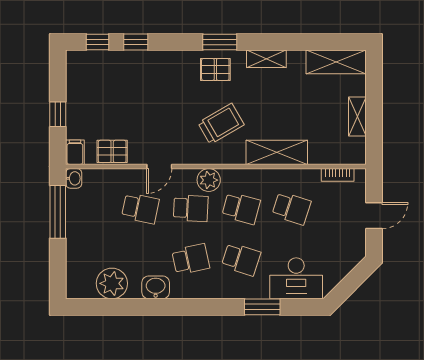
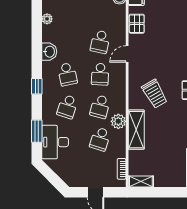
shelving: (357, 117) -> (141, 181), moved
door: (159, 166) -> (127, 54), hinge flipped
plant: (209, 180) -> (118, 121), moved
plant: (112, 283) -> (47, 19), width x0.53, depth x0.53
window: (209, 307) -> (37, 86), added
window: (262, 307) -> (37, 131), moved

